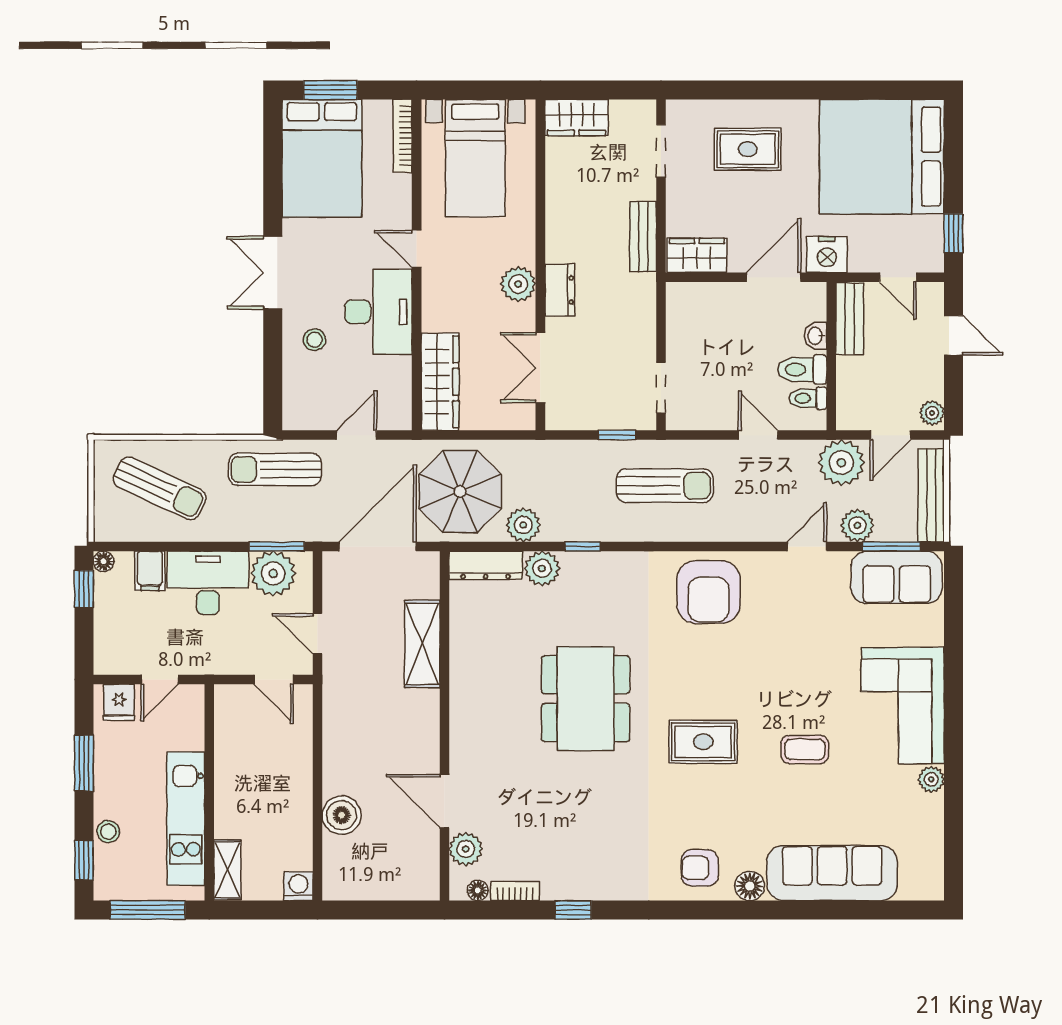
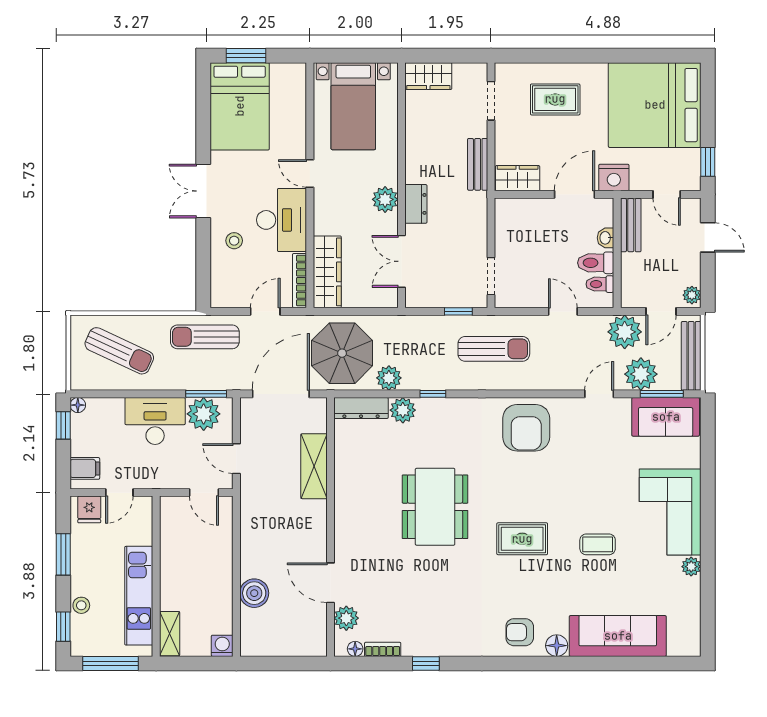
bookcase: (403, 136) -> (299, 281), moved
plant: (857, 525) -> (641, 374), width x1.36, depth x1.36
filing cabinet: (150, 571) -> (85, 468), moved, turned -90

